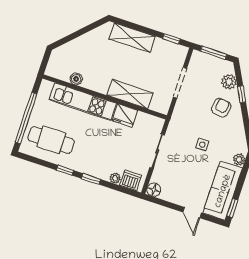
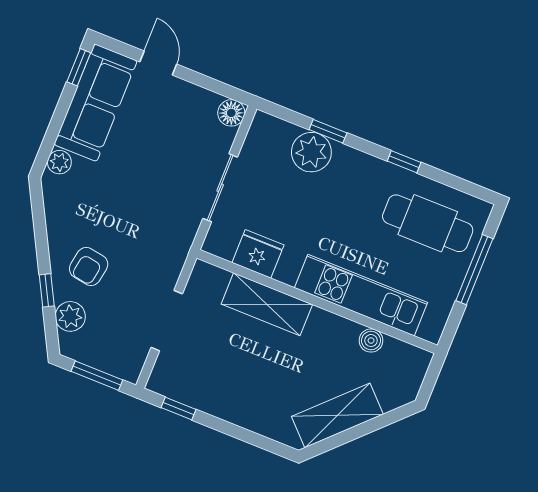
shelving: (132, 38) -> (337, 415), moved, turned -45
fridge: (125, 116) -> (258, 254), moved
window: (26, 118) -> (474, 270), width x0.68
side table: (202, 145) -> (130, 196), removed
plant: (115, 178) -> (311, 152), width x1.88, depth x1.88
window: (91, 179) -> (328, 131), moved
dishwasher: (130, 180) -> (276, 134), removed

